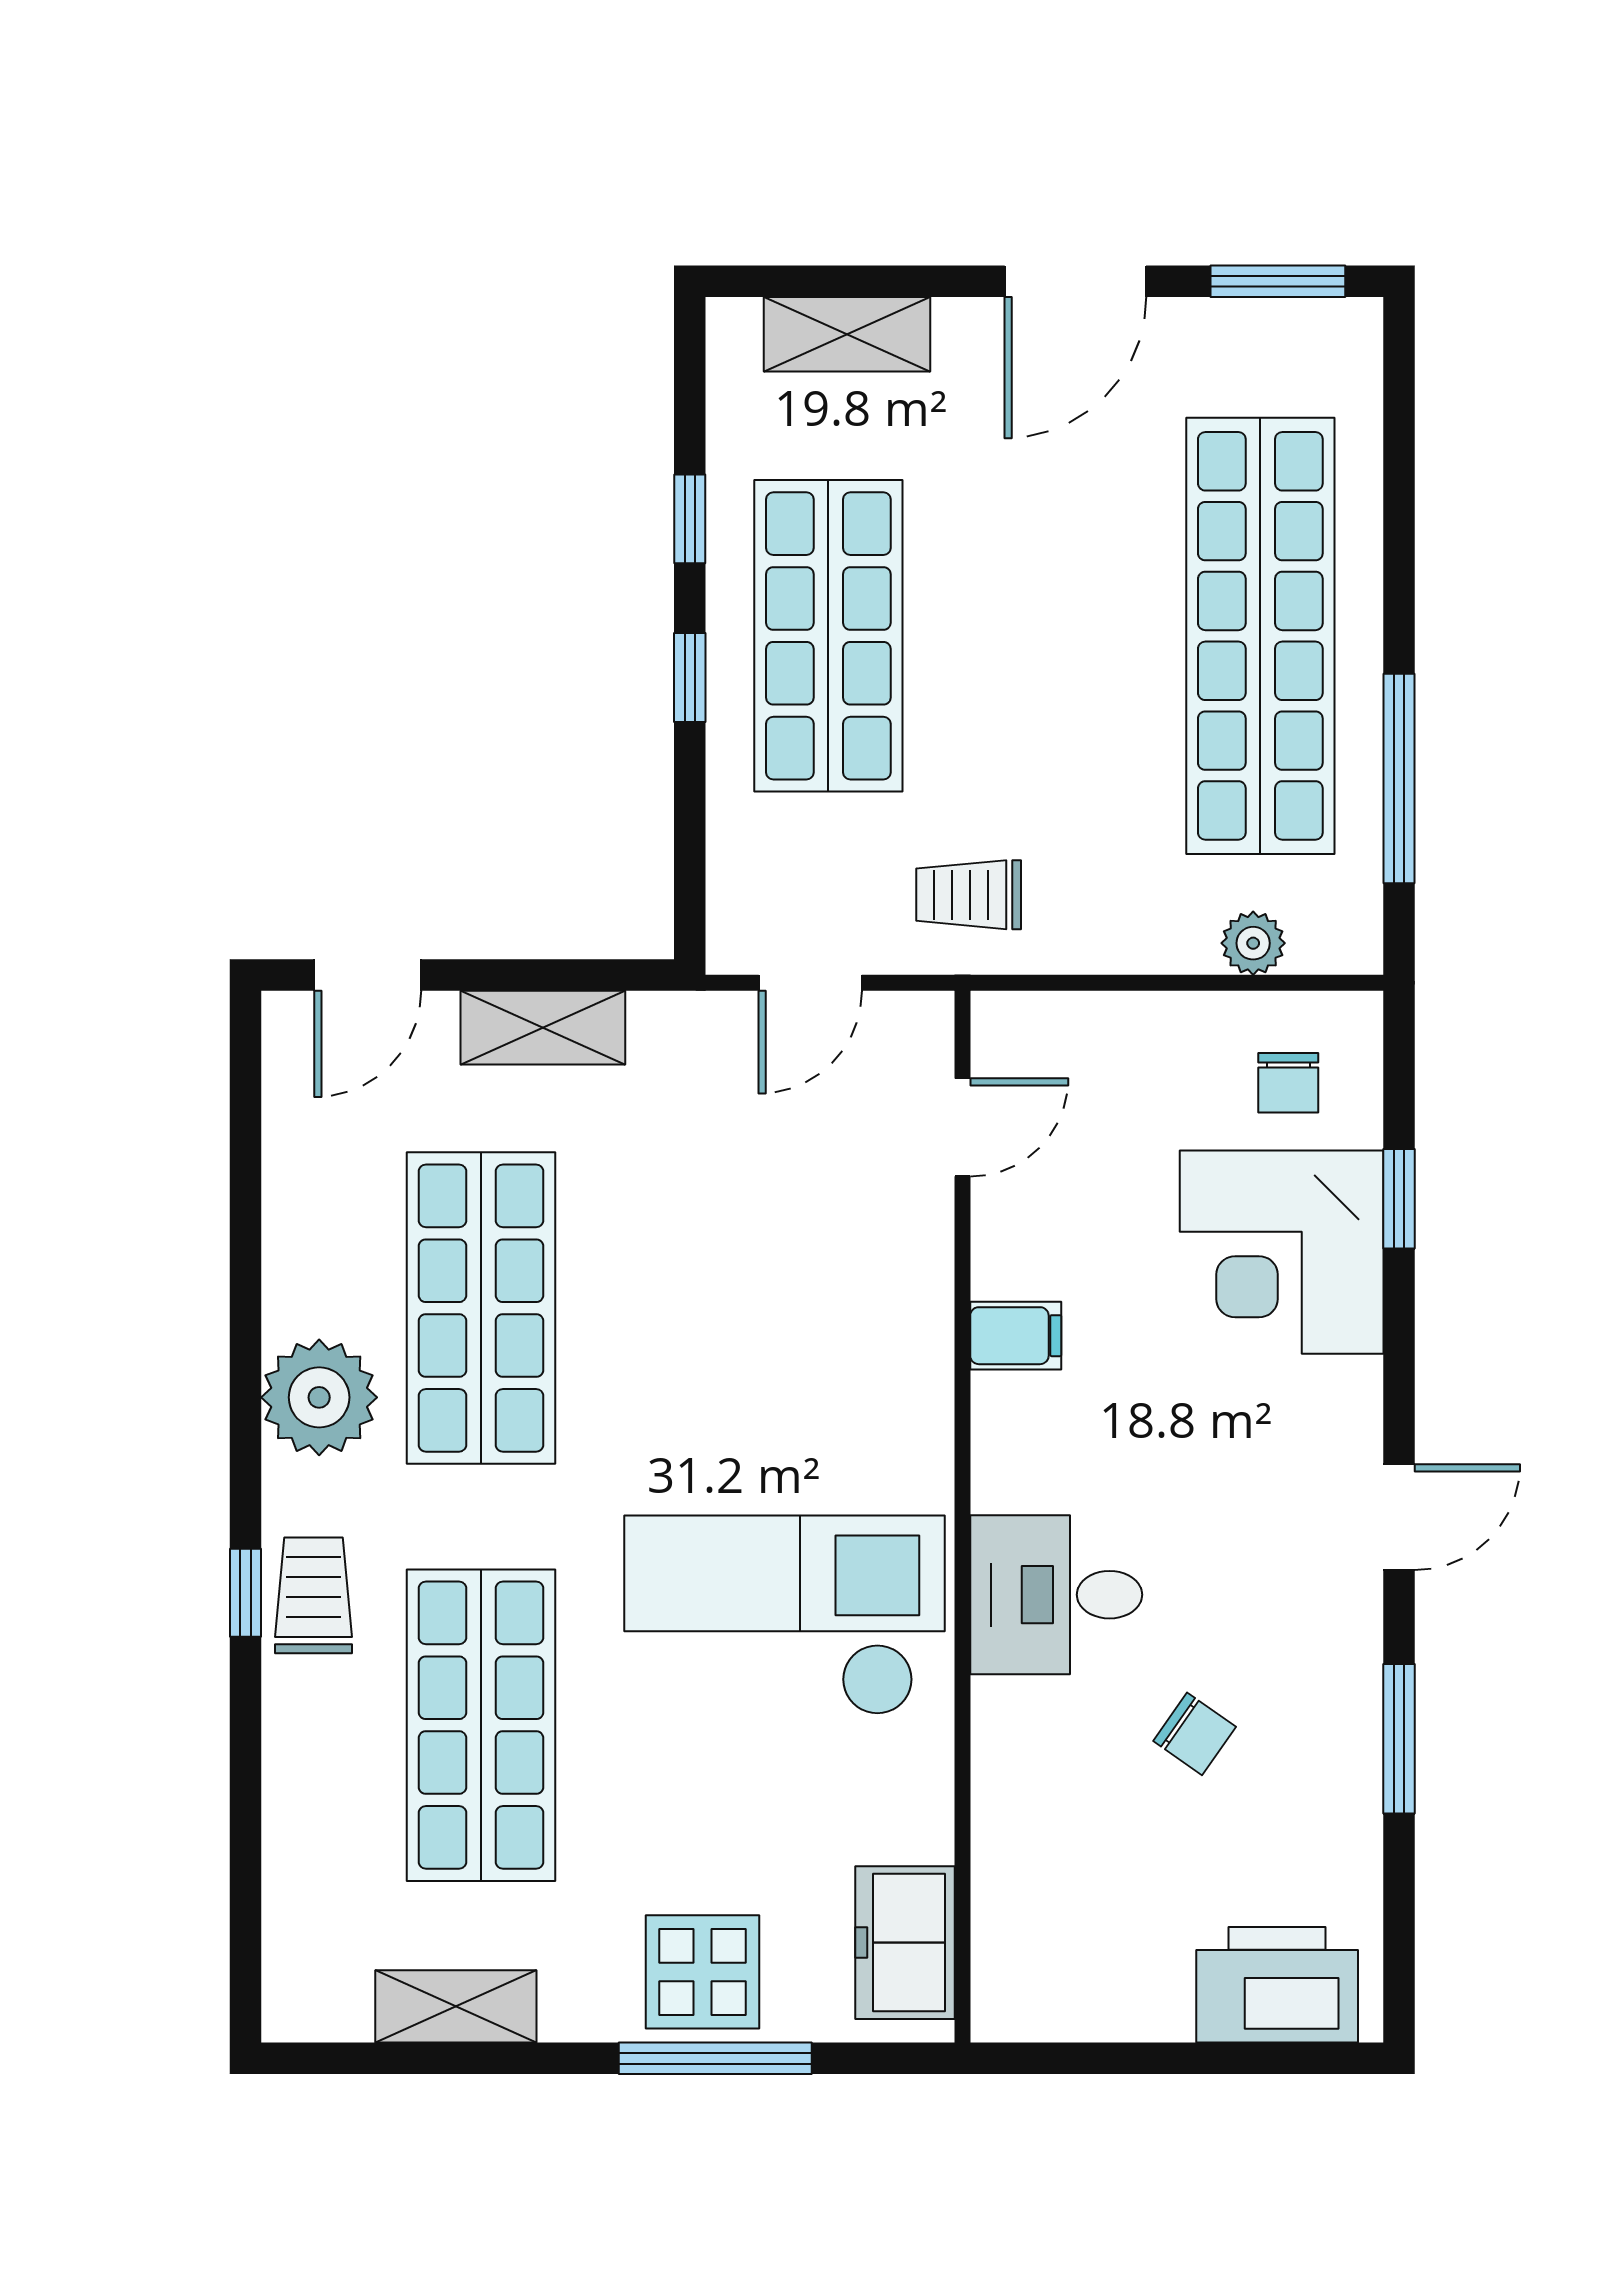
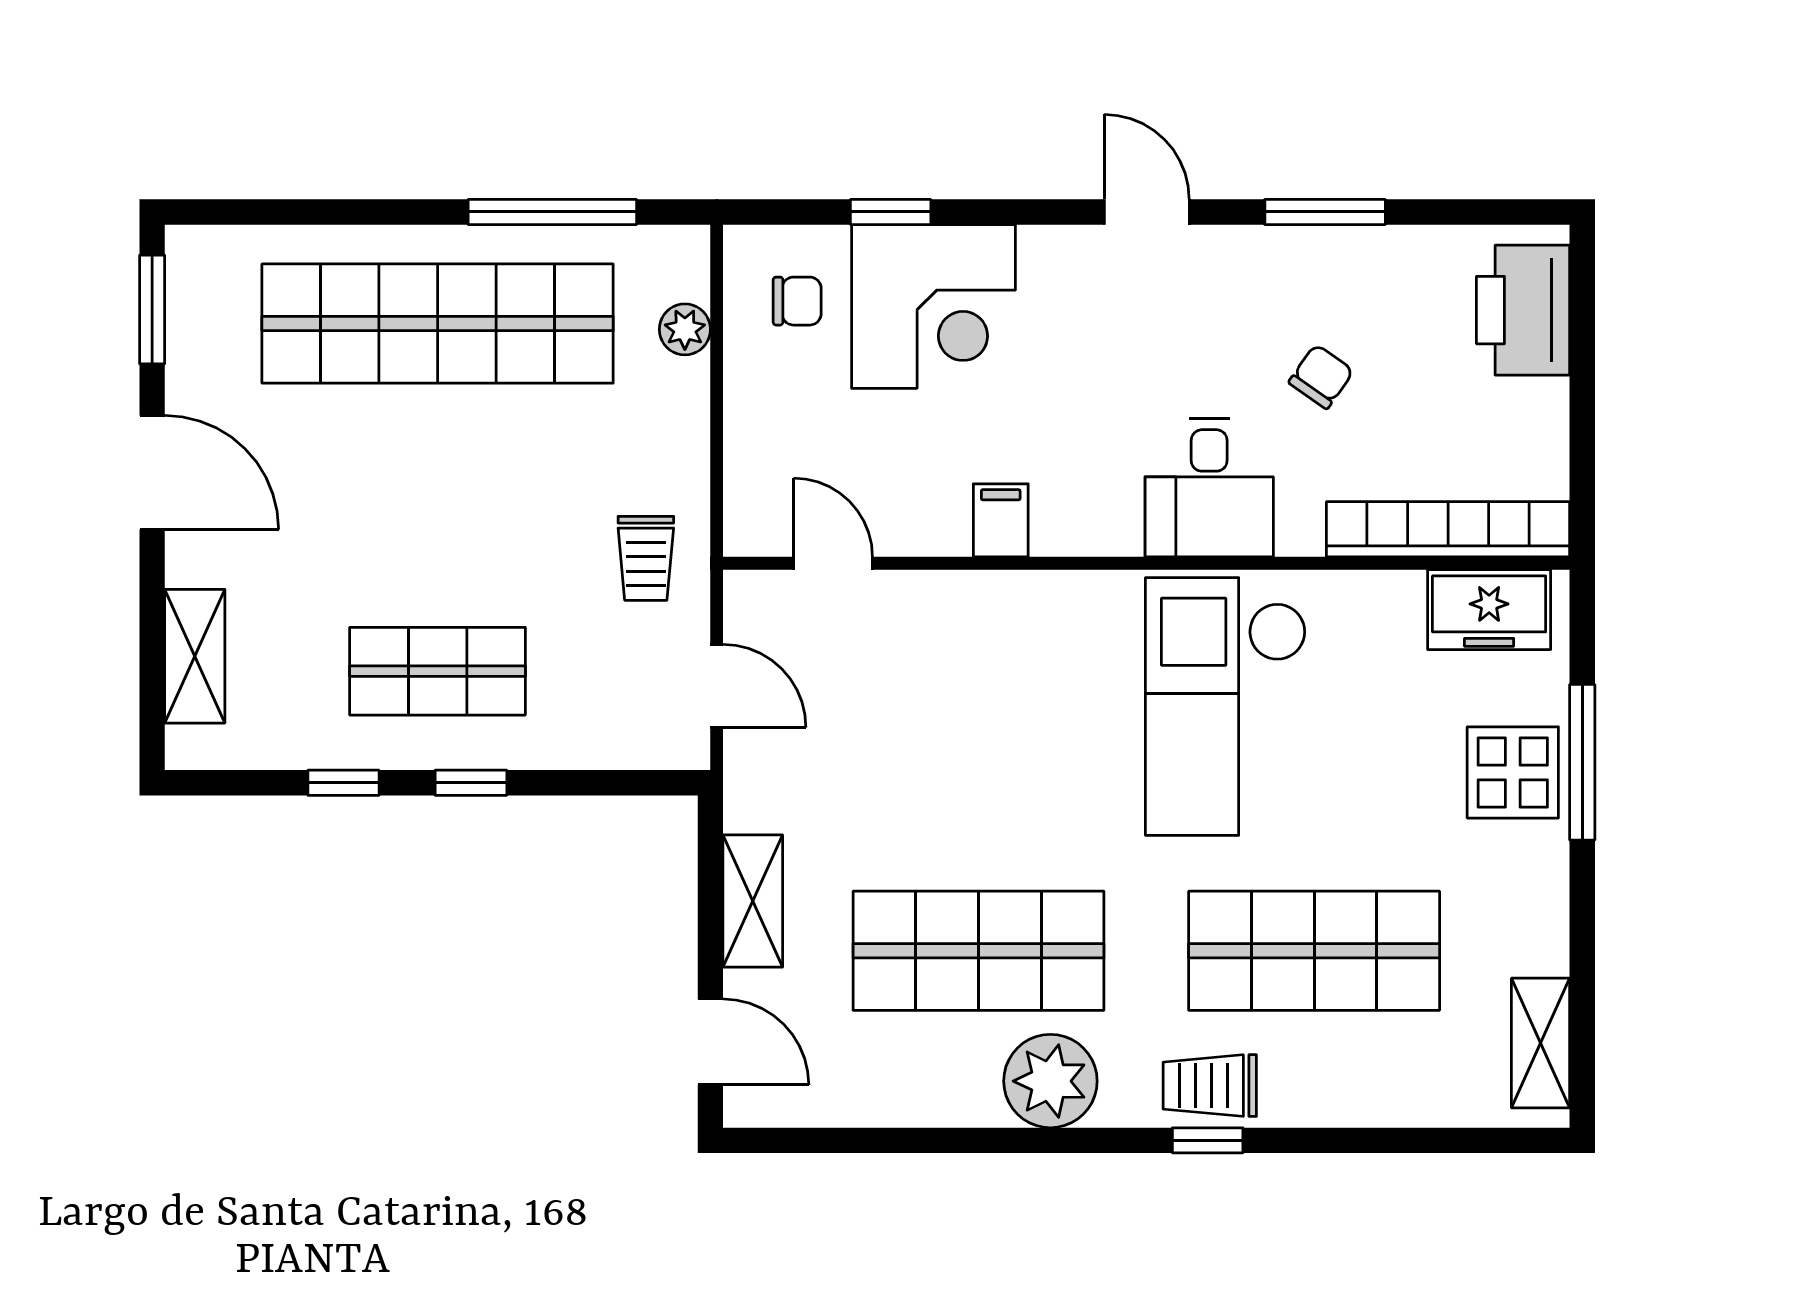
shop shelf: (828, 636) -> (438, 671), width x0.70, depth x0.74
bookcase: (1005, 1892) -> (1448, 529), added
shelving: (456, 2006) -> (1541, 1043), moved

